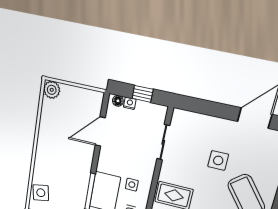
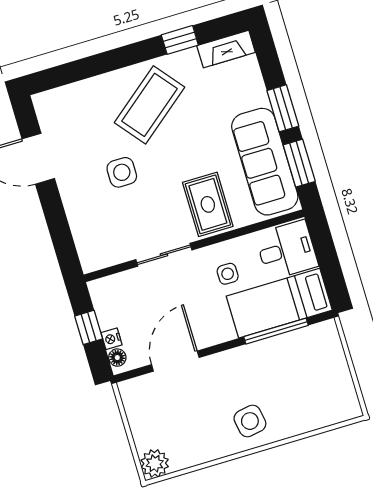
door: (100, 132) -> (175, 361), swing flipped
sliding door: (163, 142) -> (164, 255), moved
side table: (41, 193) -> (250, 421), moved

